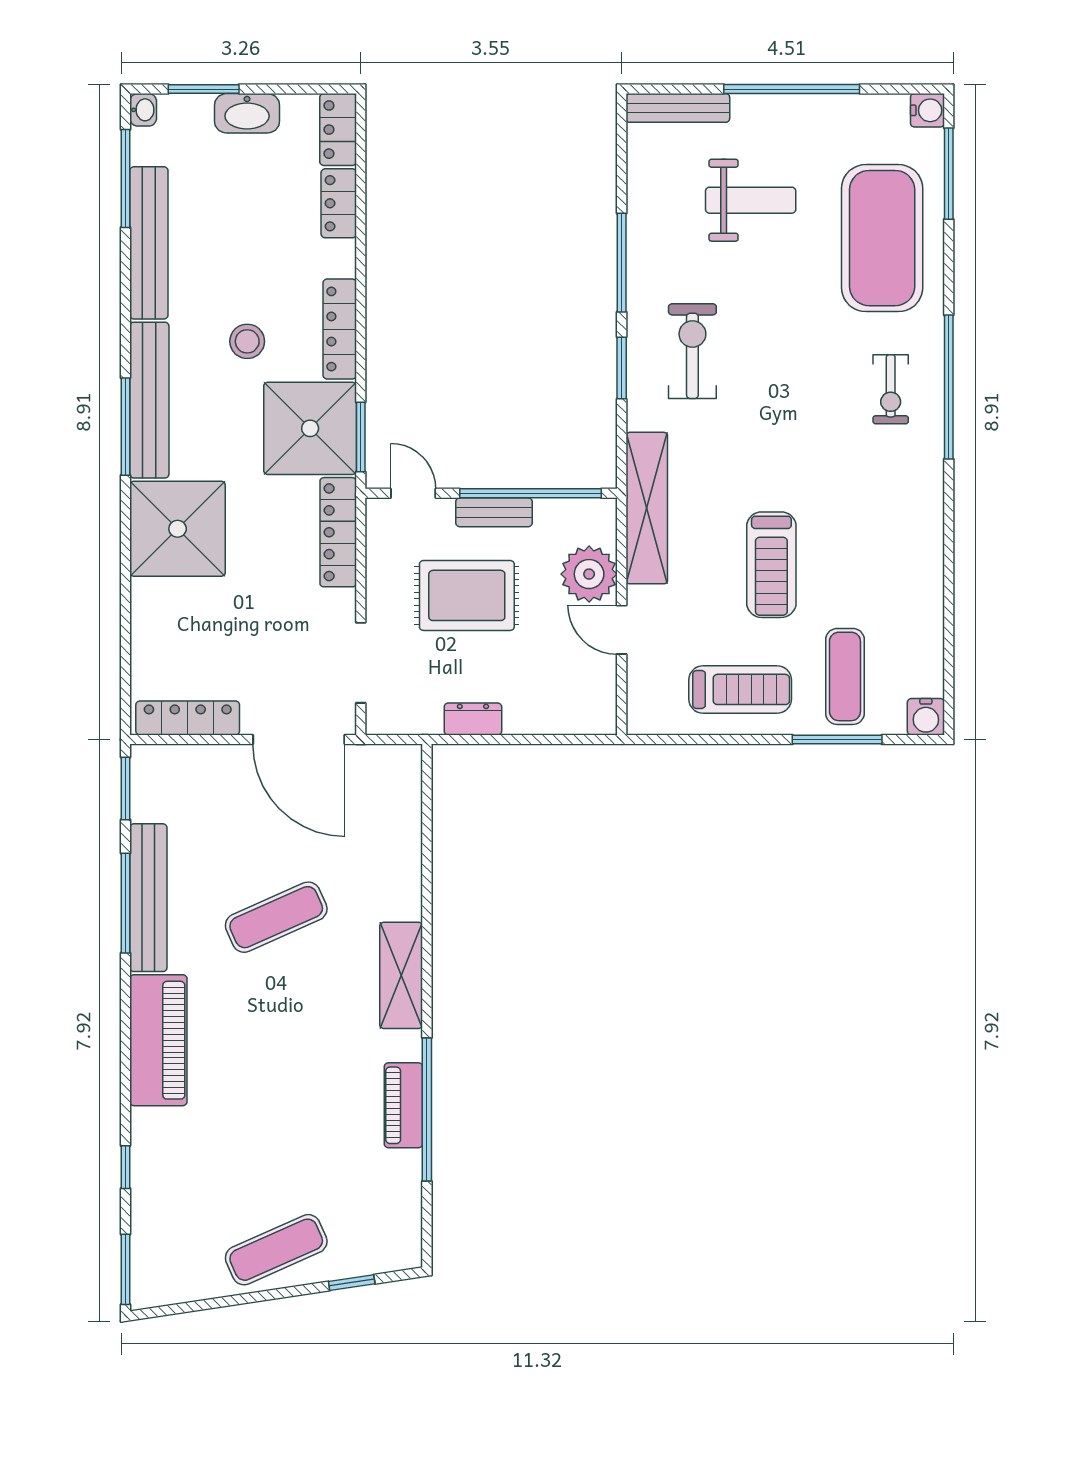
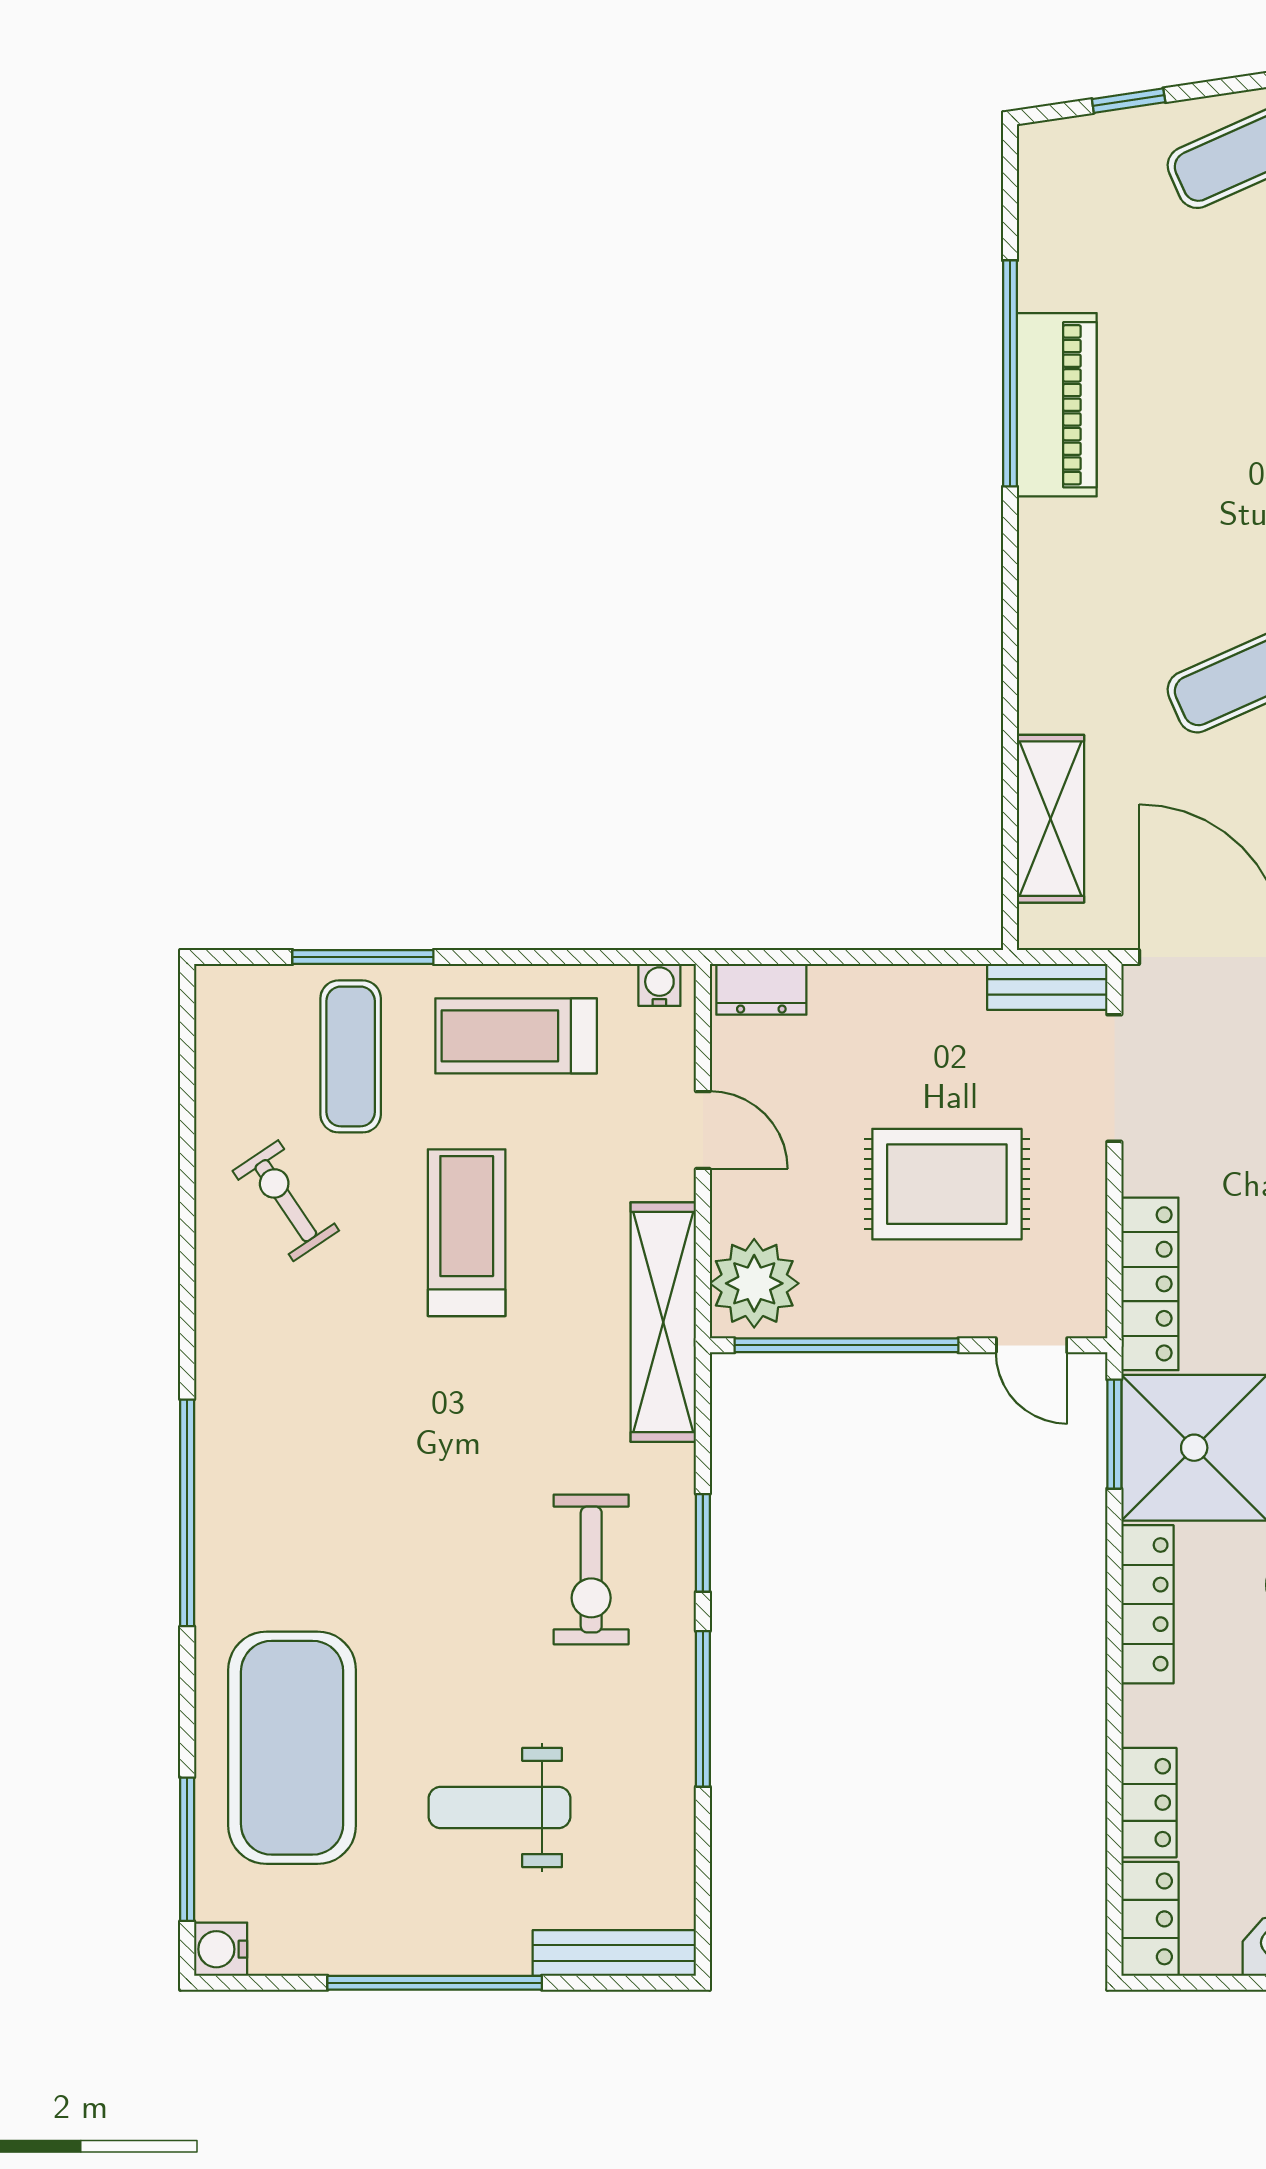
exercise bike: (891, 389) -> (286, 1201), moved, turned -34
bench: (494, 512) -> (1047, 987), moved
plant: (589, 574) -> (754, 1283), moved
water cooler: (926, 717) -> (659, 985), moved, width x0.72, depth x0.72
dresser: (473, 719) -> (761, 989), moved
shelving: (401, 975) -> (1051, 819), moved
piano: (403, 1105) -> (1057, 405), width x1.37, depth x1.33

